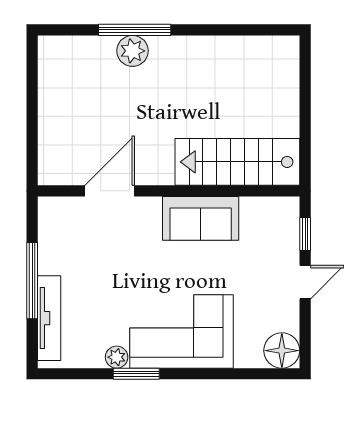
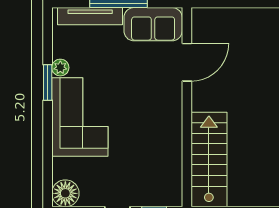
door: (110, 191) -> (187, 62), hinge flipped
sofa: (201, 218) -> (153, 24), moved, turned -90

